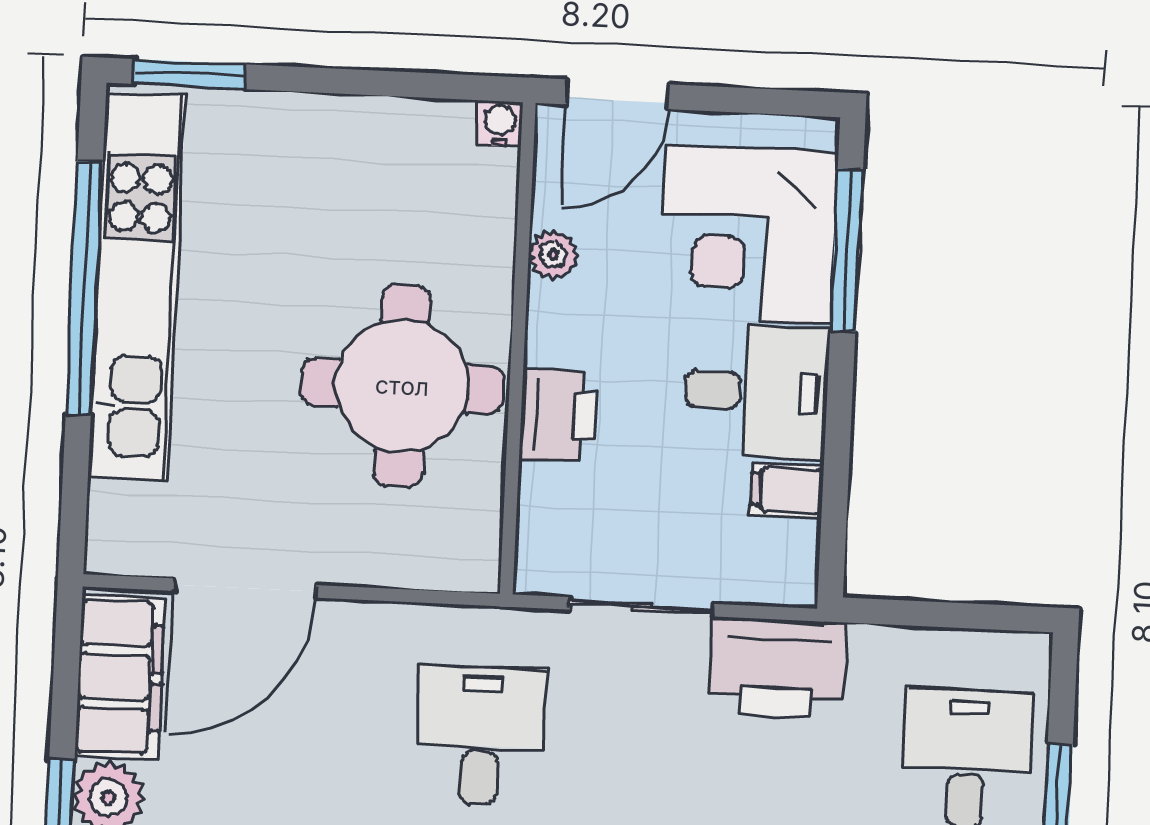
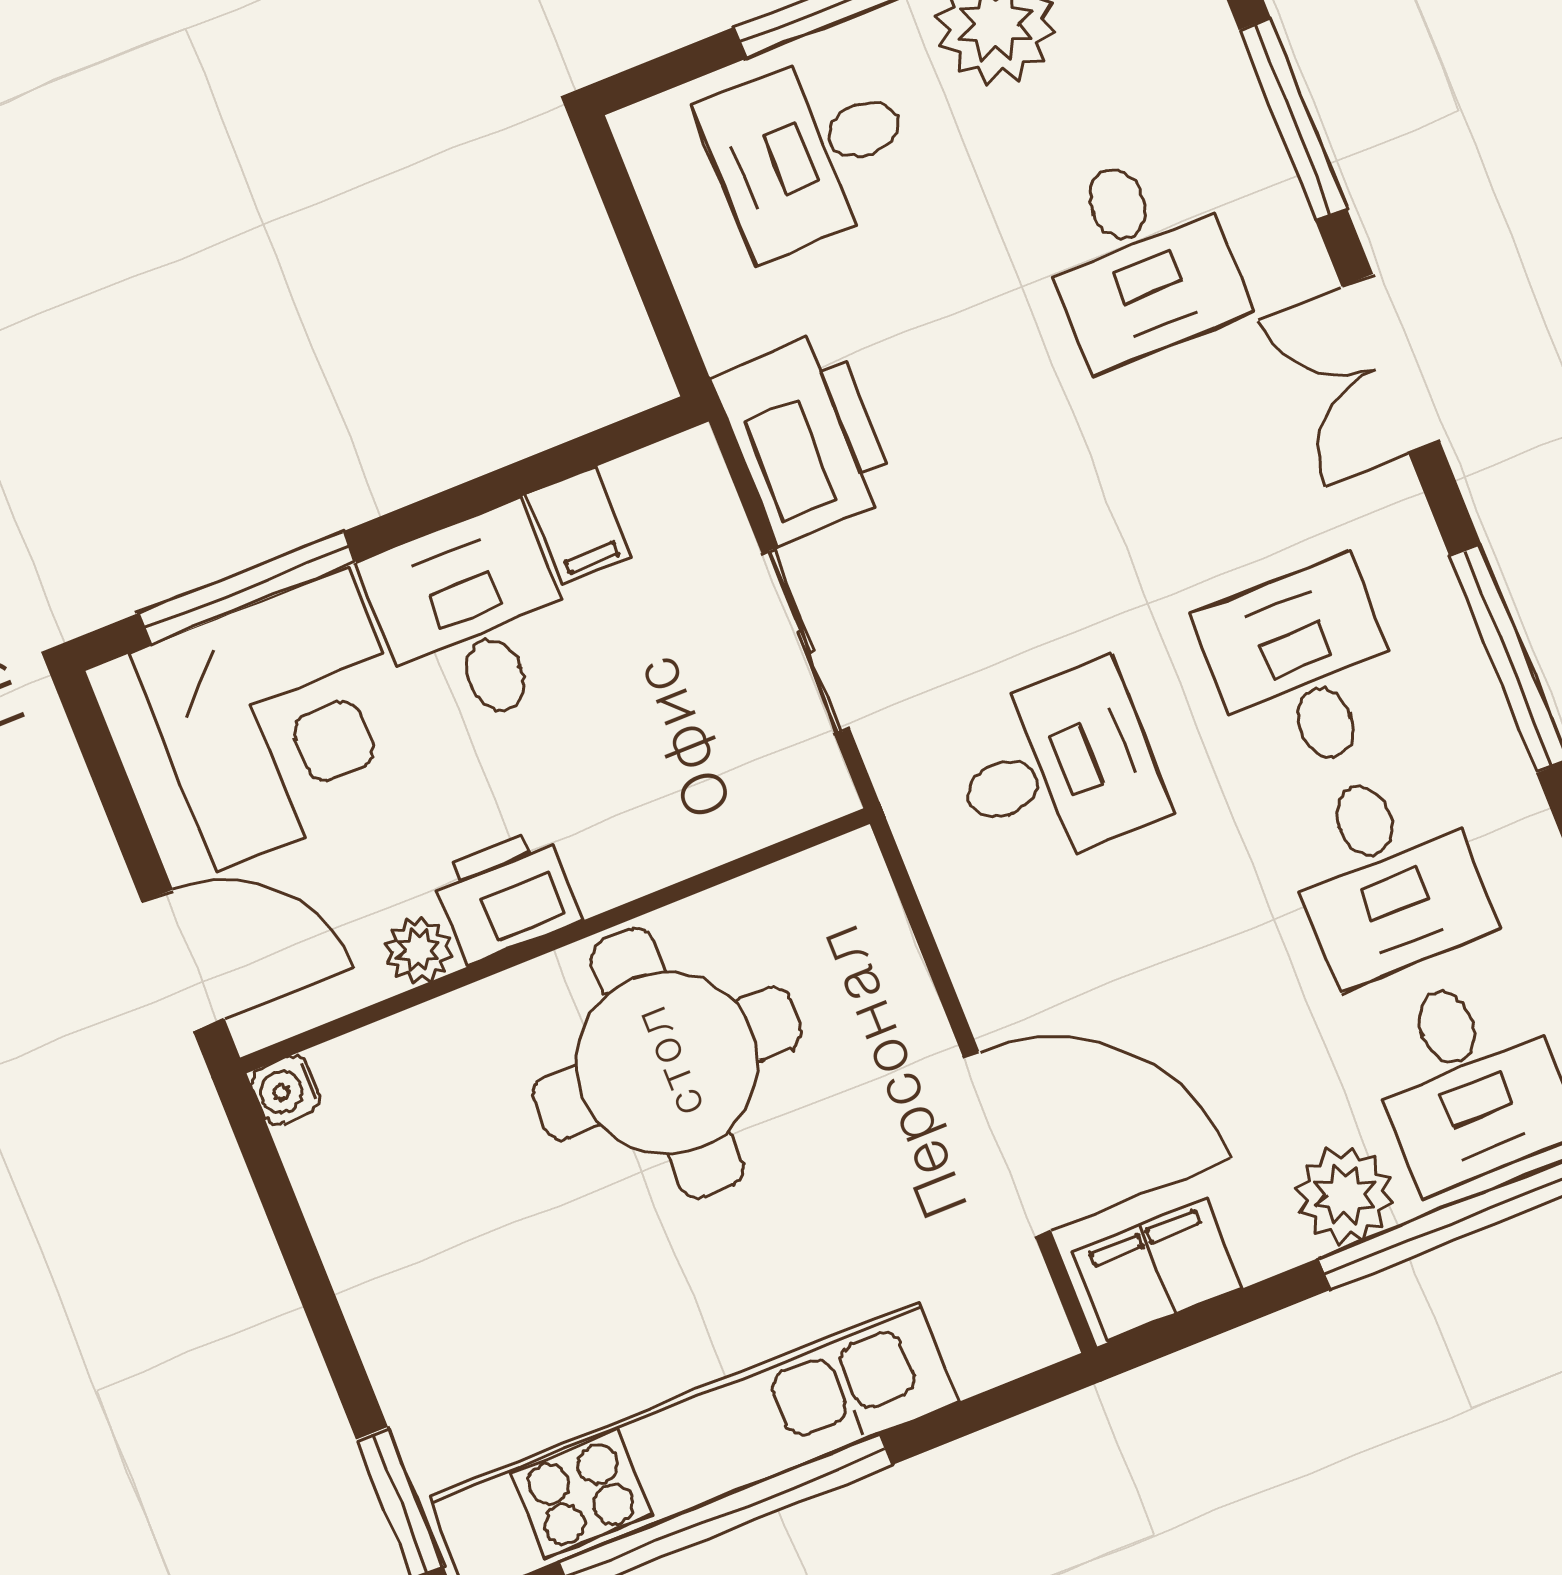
printer: (558, 415) -> (507, 896), moved
filing cabinet: (120, 677) -> (1157, 1270), width x0.67, depth x0.86
desk: (481, 735) -> (1057, 768), turned 180

